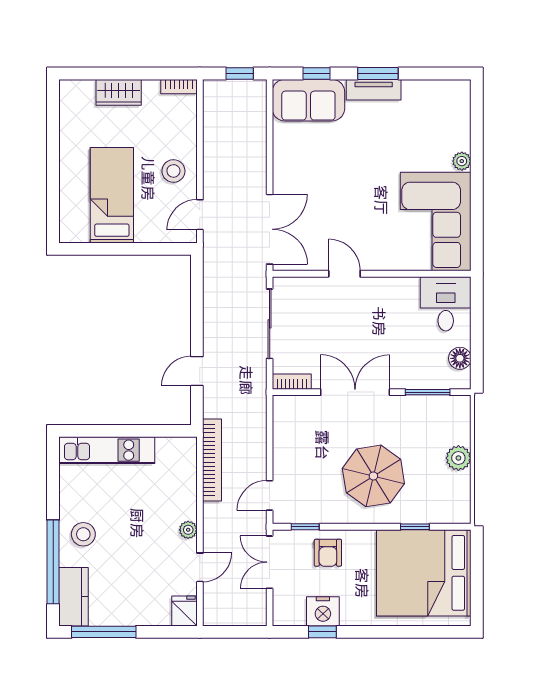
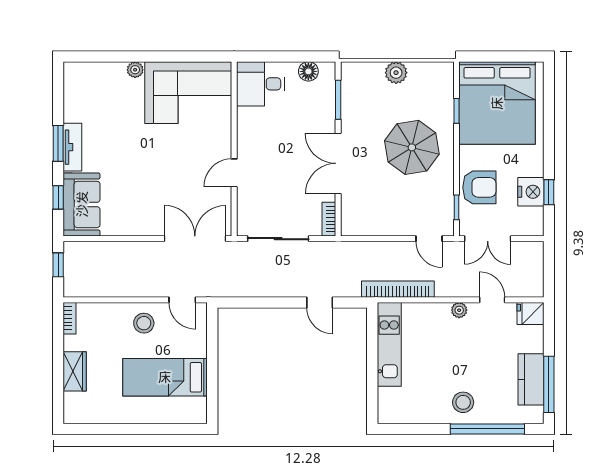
kitchen unit: (107, 450) -> (389, 344), moved
armchair: (328, 553) -> (479, 187), width x1.38, depth x1.38
kitchen counter: (73, 597) -> (531, 379), moved, turned -90

